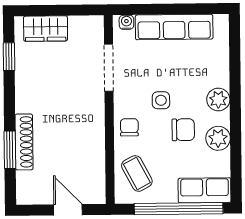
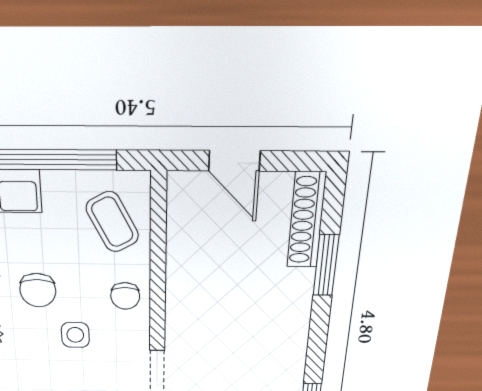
chair: (183, 130) -> (38, 290), turned -90
shoe rack: (24, 142) -> (306, 220), moved

